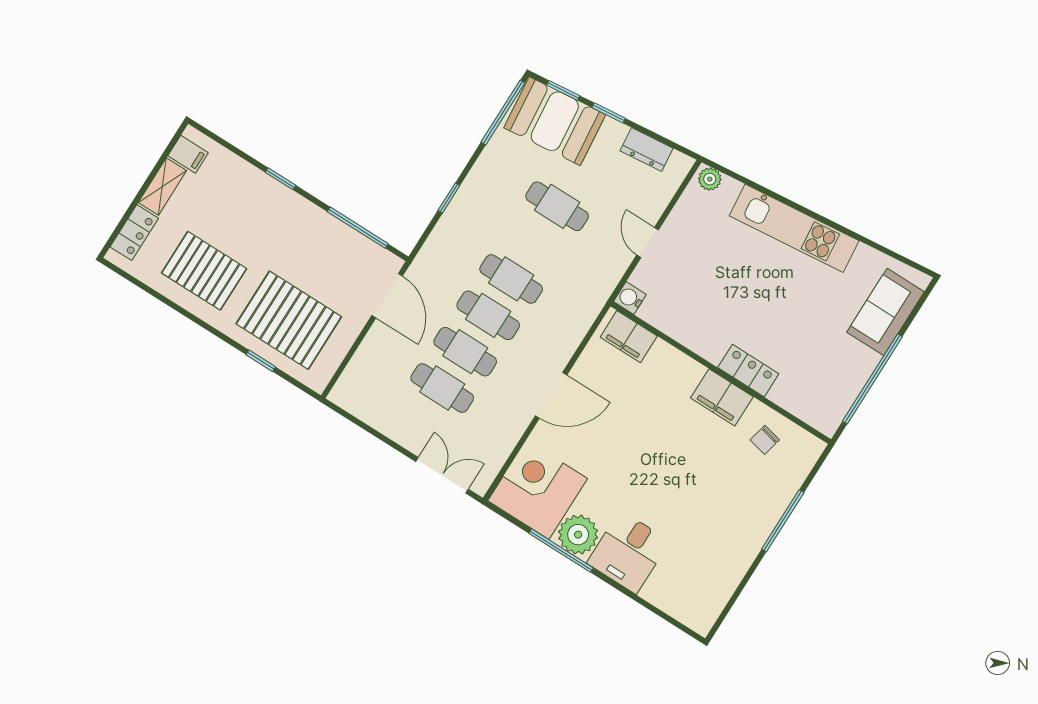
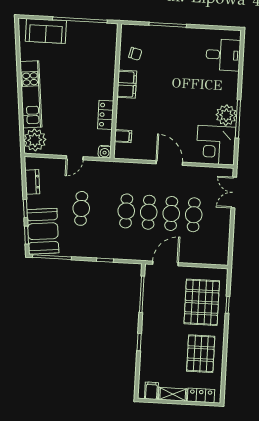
plant: (710, 179) -> (35, 140), width x1.88, depth x1.88
filing cabinet: (629, 337) -> (123, 136), width x0.50
locker: (748, 371) -> (106, 115), moved
desk: (628, 552) -> (223, 55), moved

